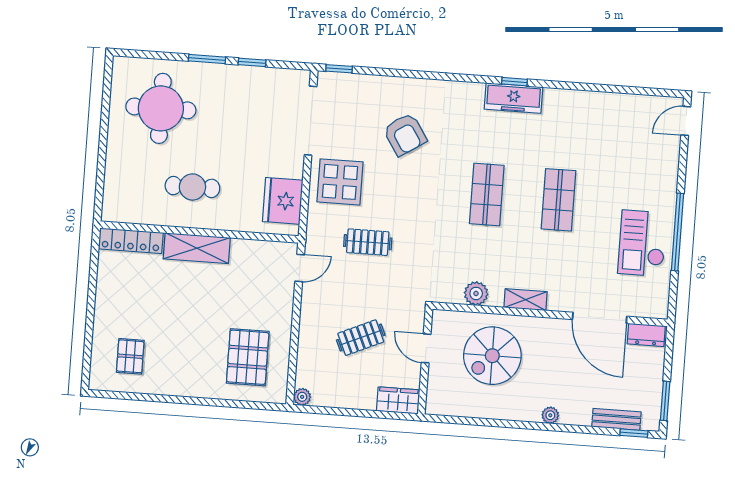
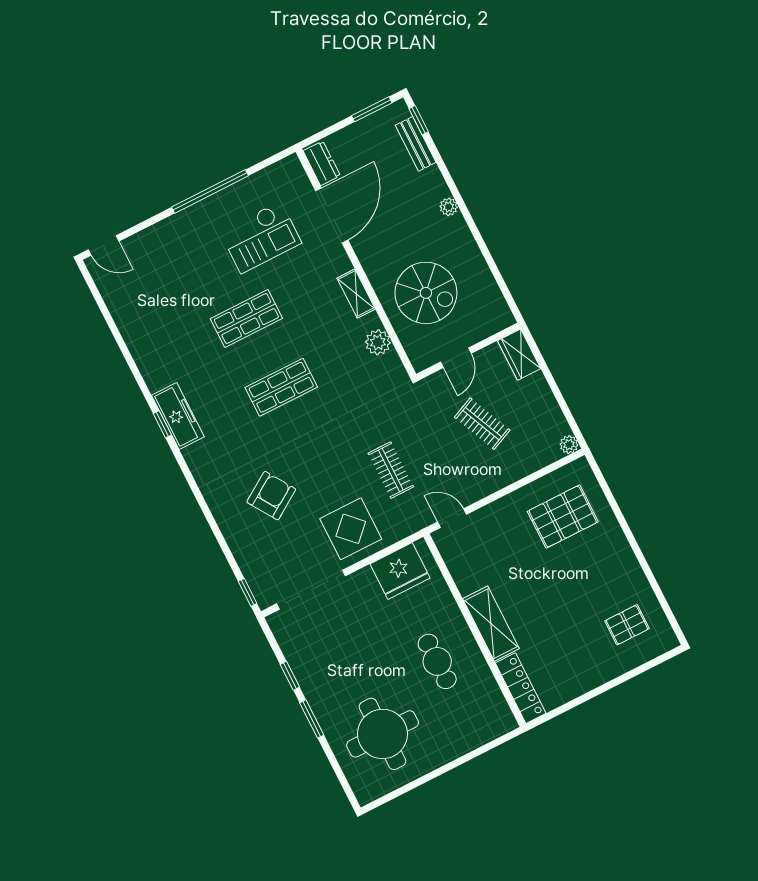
checkout: (642, 243) -> (261, 237), moved

